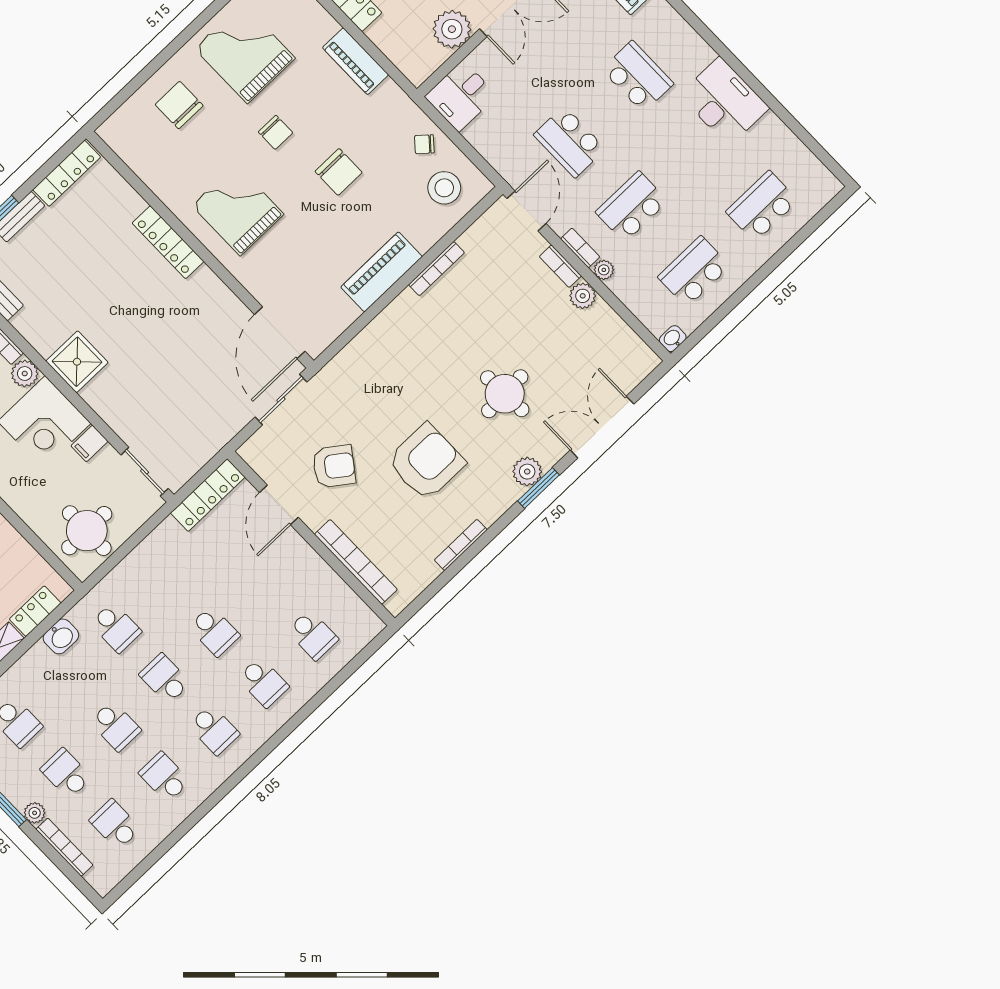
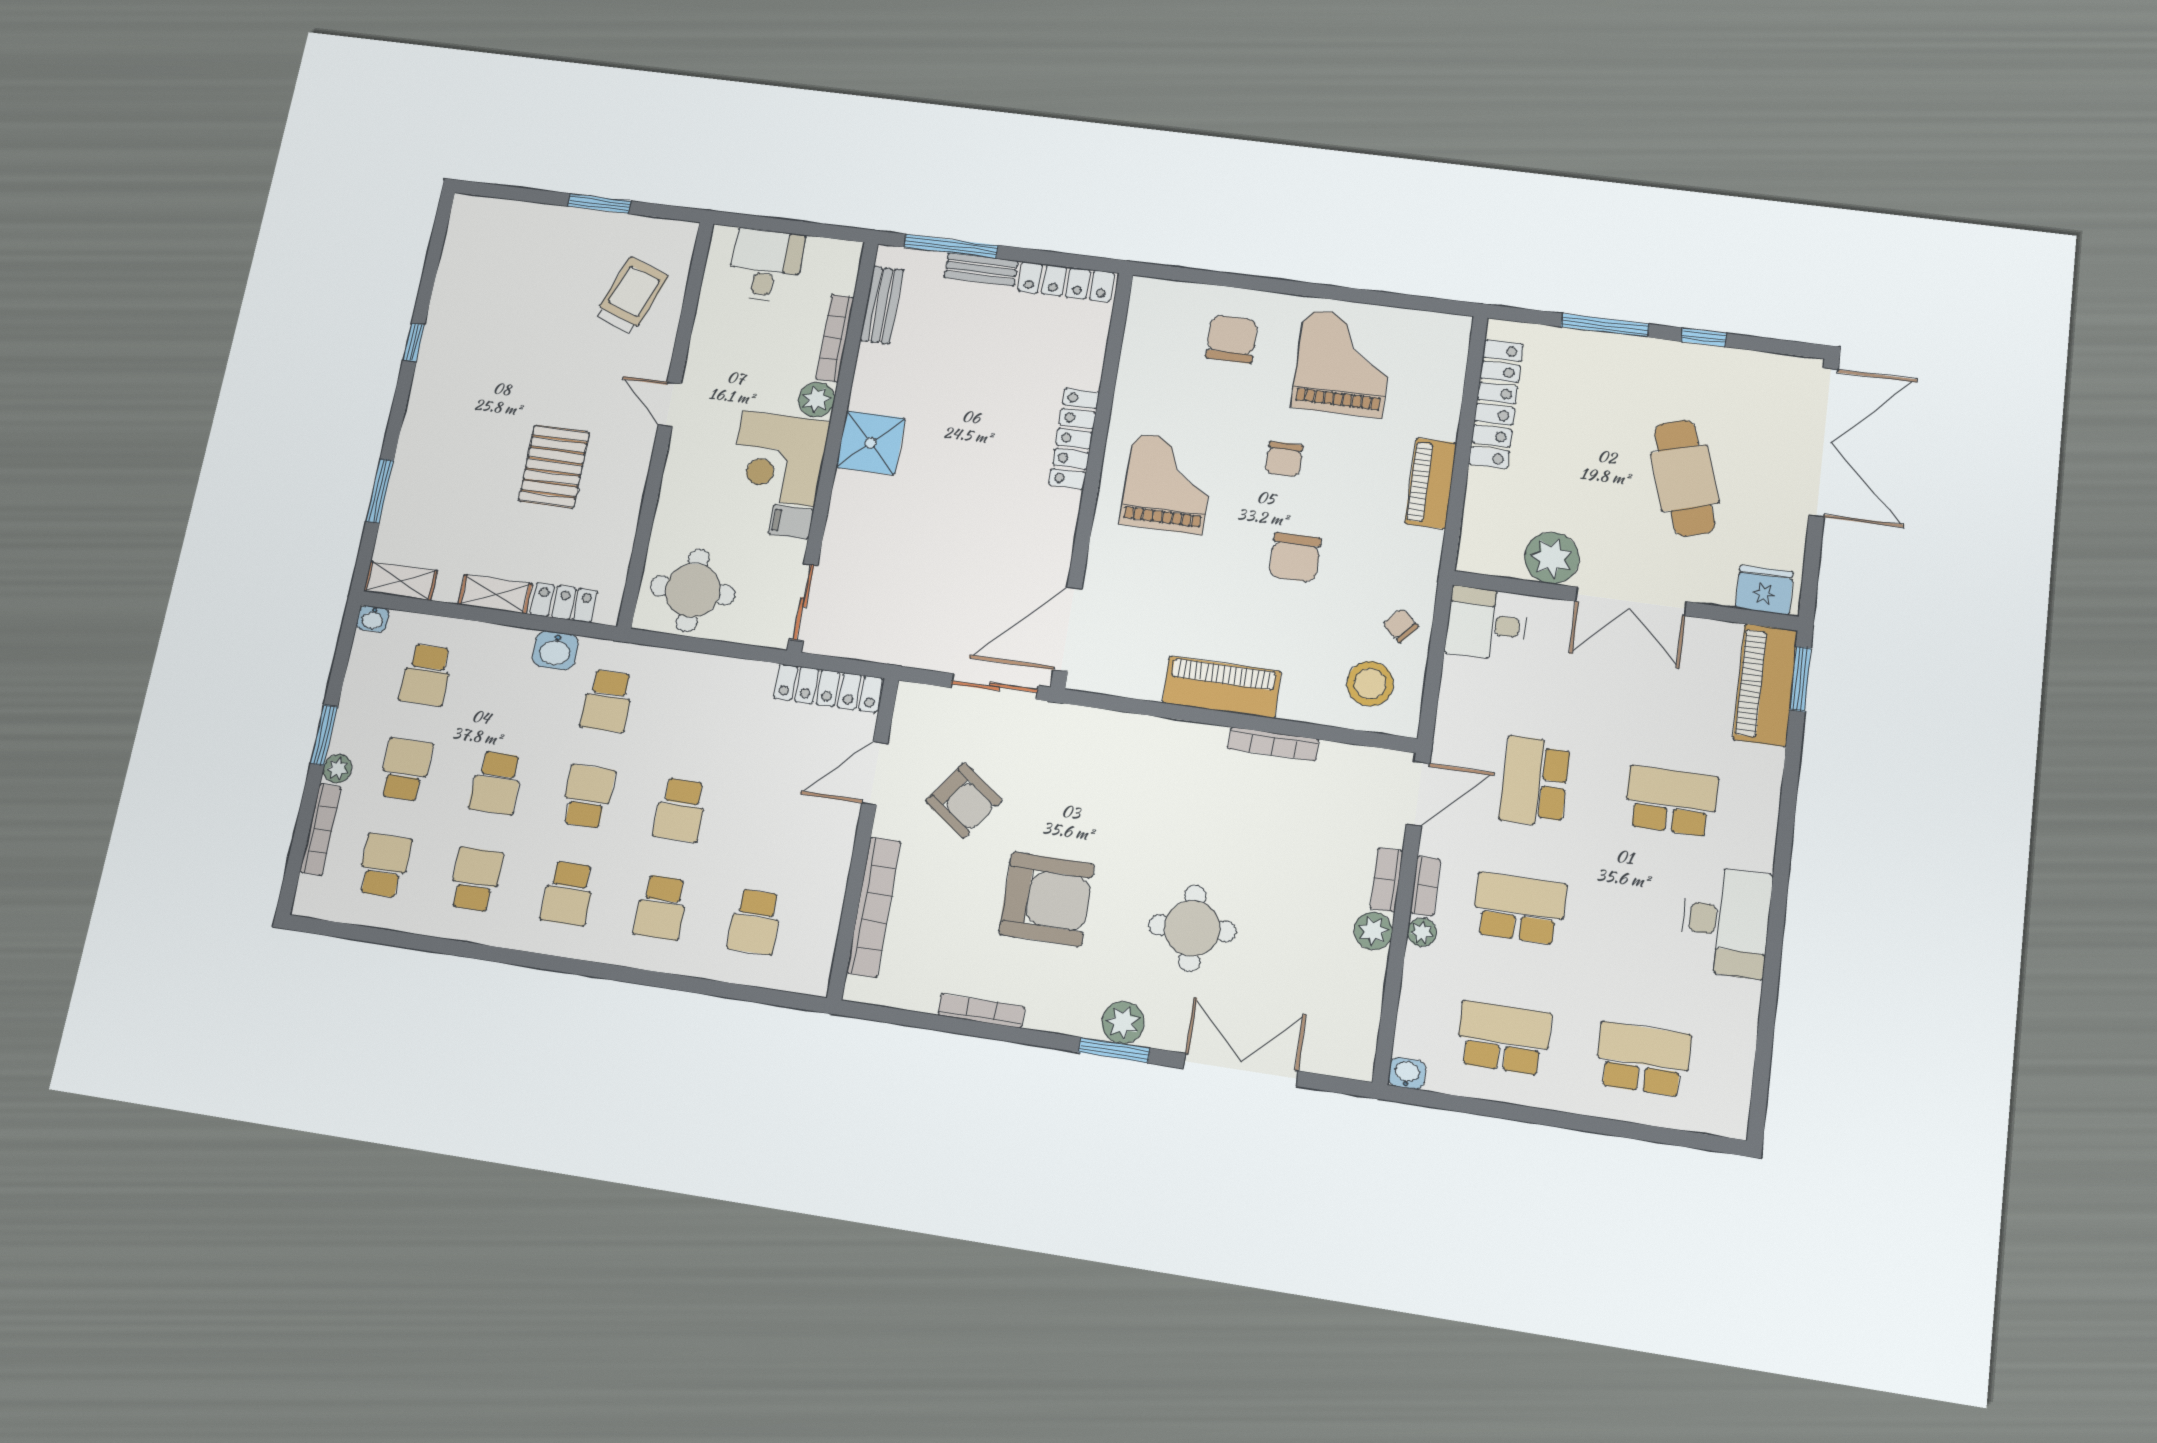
school desk: (638, 76) -> (1671, 801), turned -90

